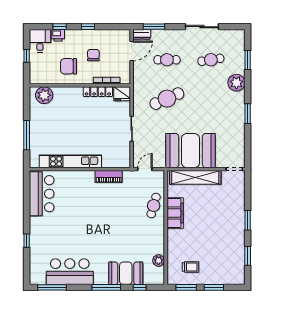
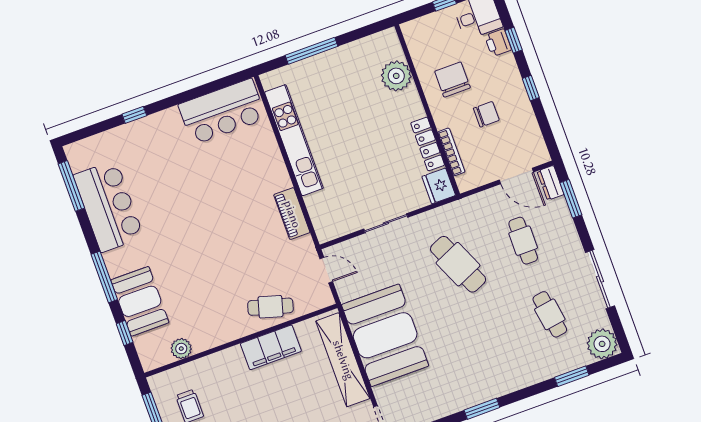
plant: (236, 83) -> (602, 344), moved
plant: (44, 95) -> (396, 76), moved

